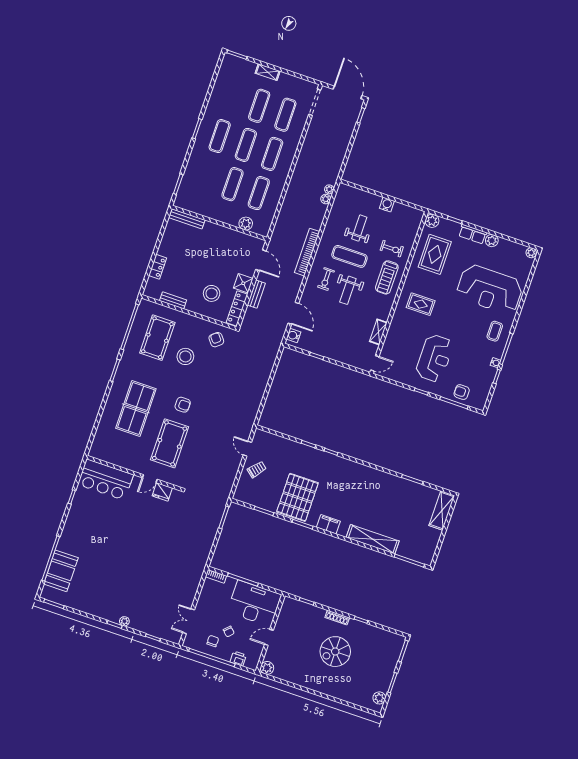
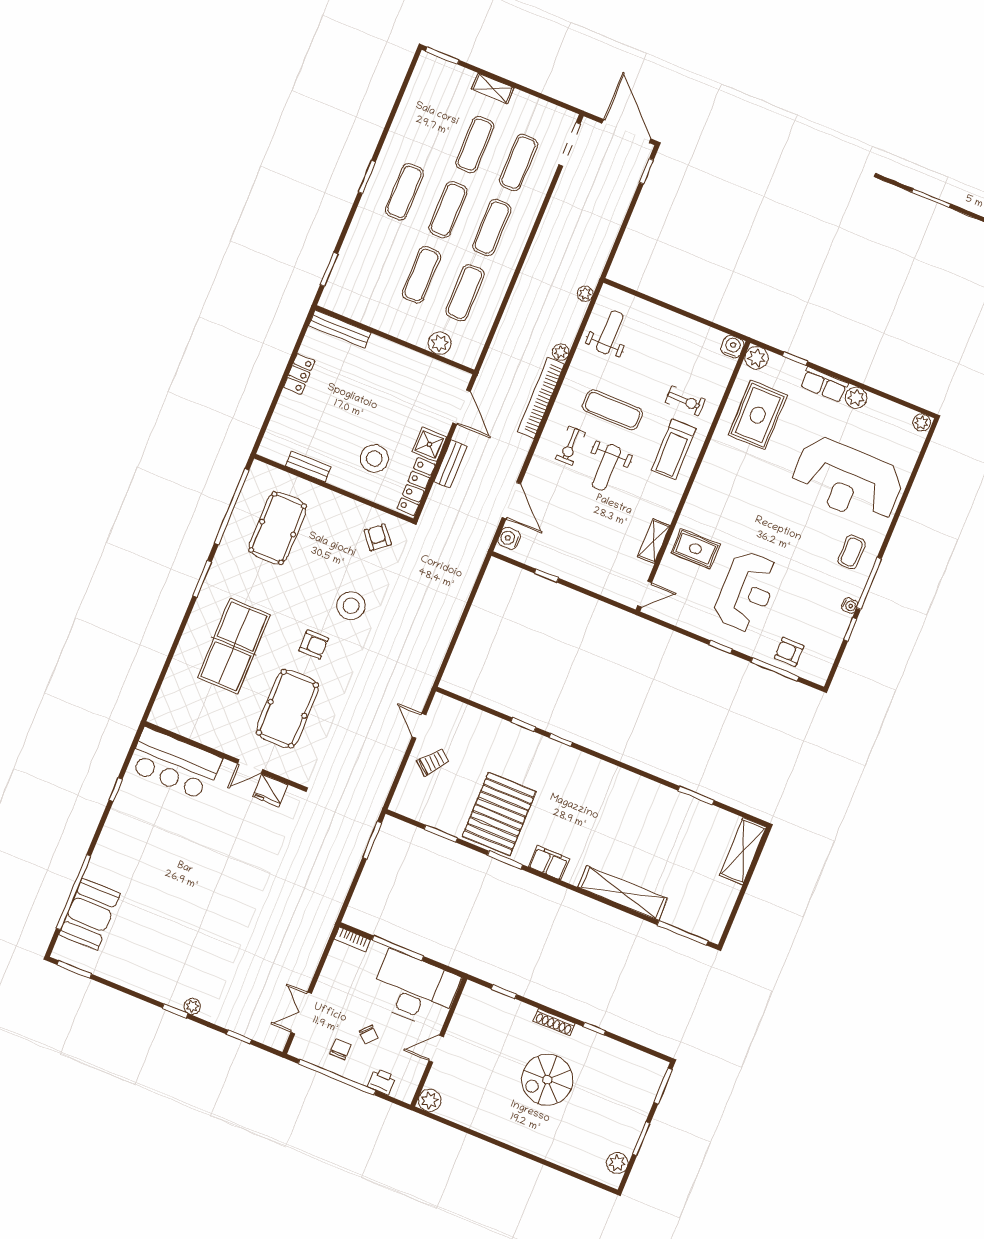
plant: (326, 199) -> (561, 352), moved
water cooler: (387, 205) -> (732, 347), moved
weight bench: (359, 228) -> (610, 332), moved
locker: (158, 267) -> (299, 374), moved
rug: (421, 304) -> (695, 549), moved
stool: (185, 356) -> (351, 606), moved

